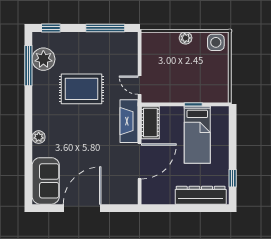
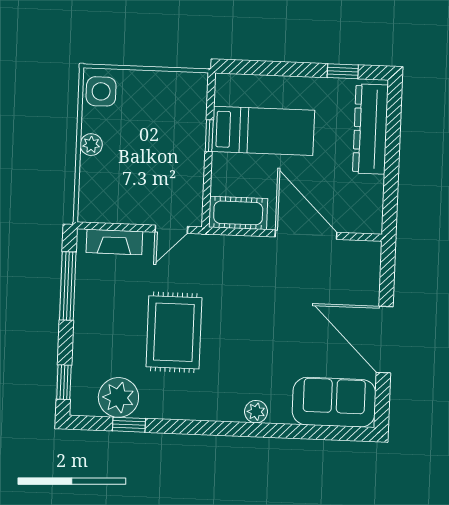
window: (28, 66) -> (129, 425), width x0.46
fireplace: (129, 121) -> (114, 242), moved, width x0.73, depth x0.76

